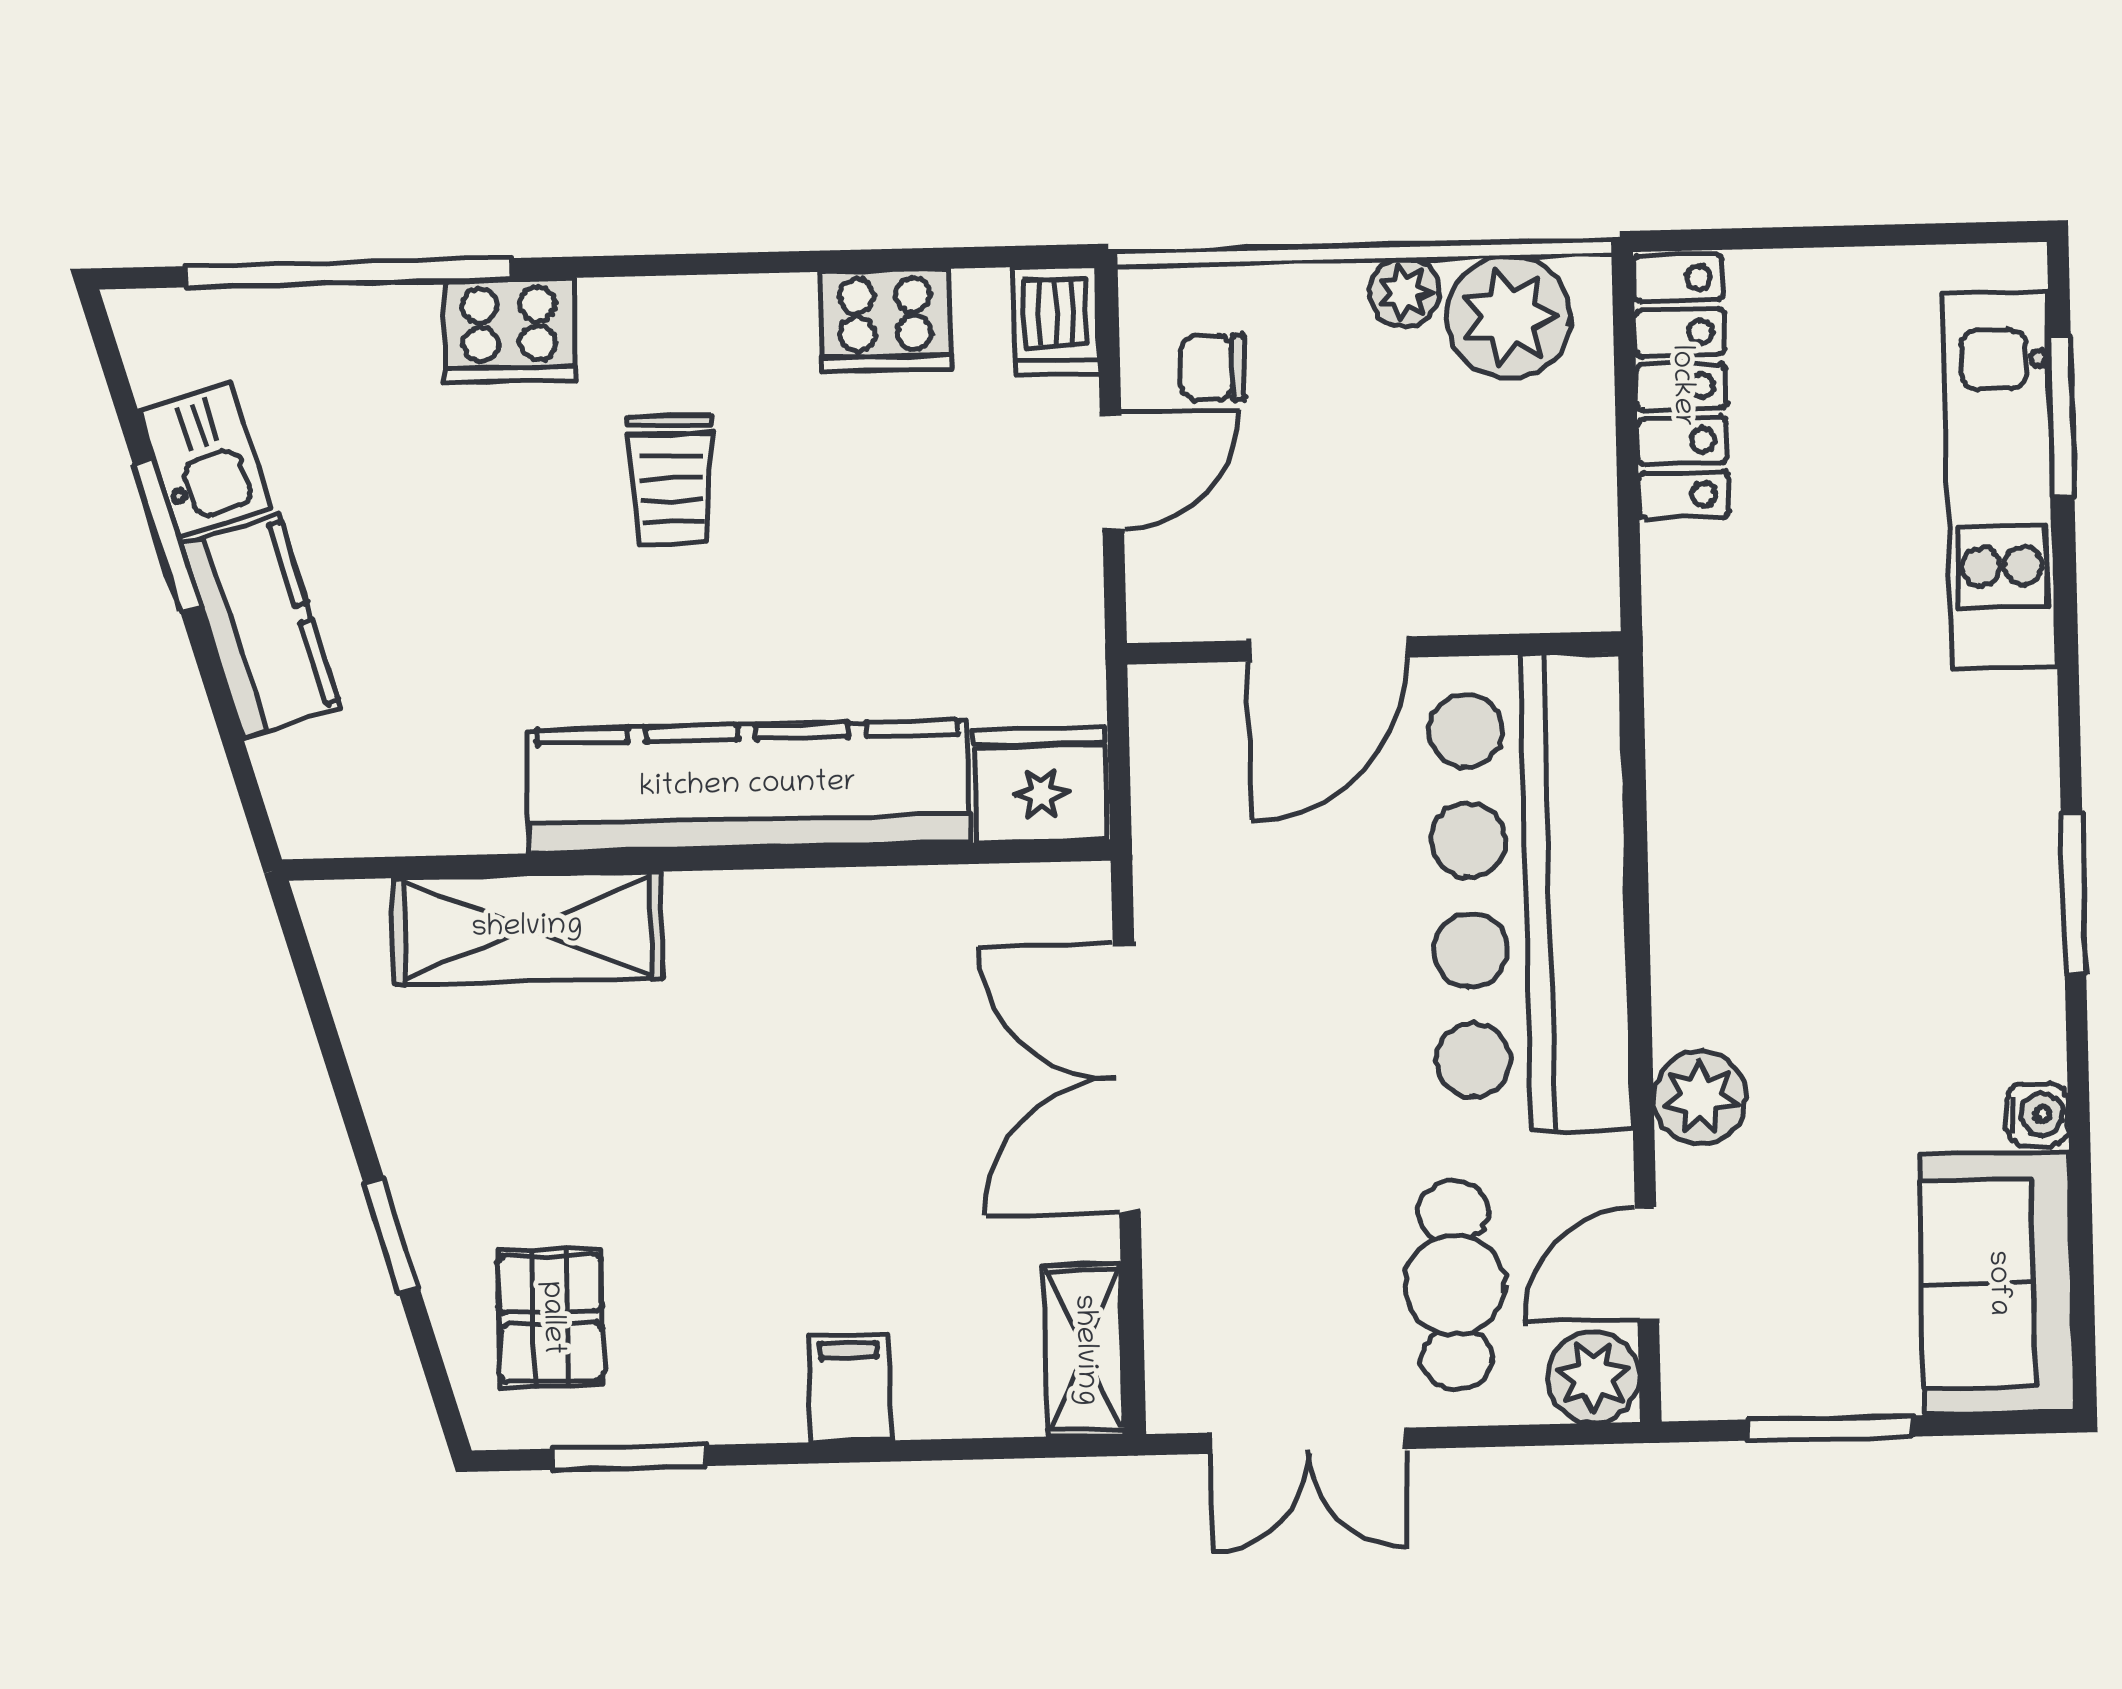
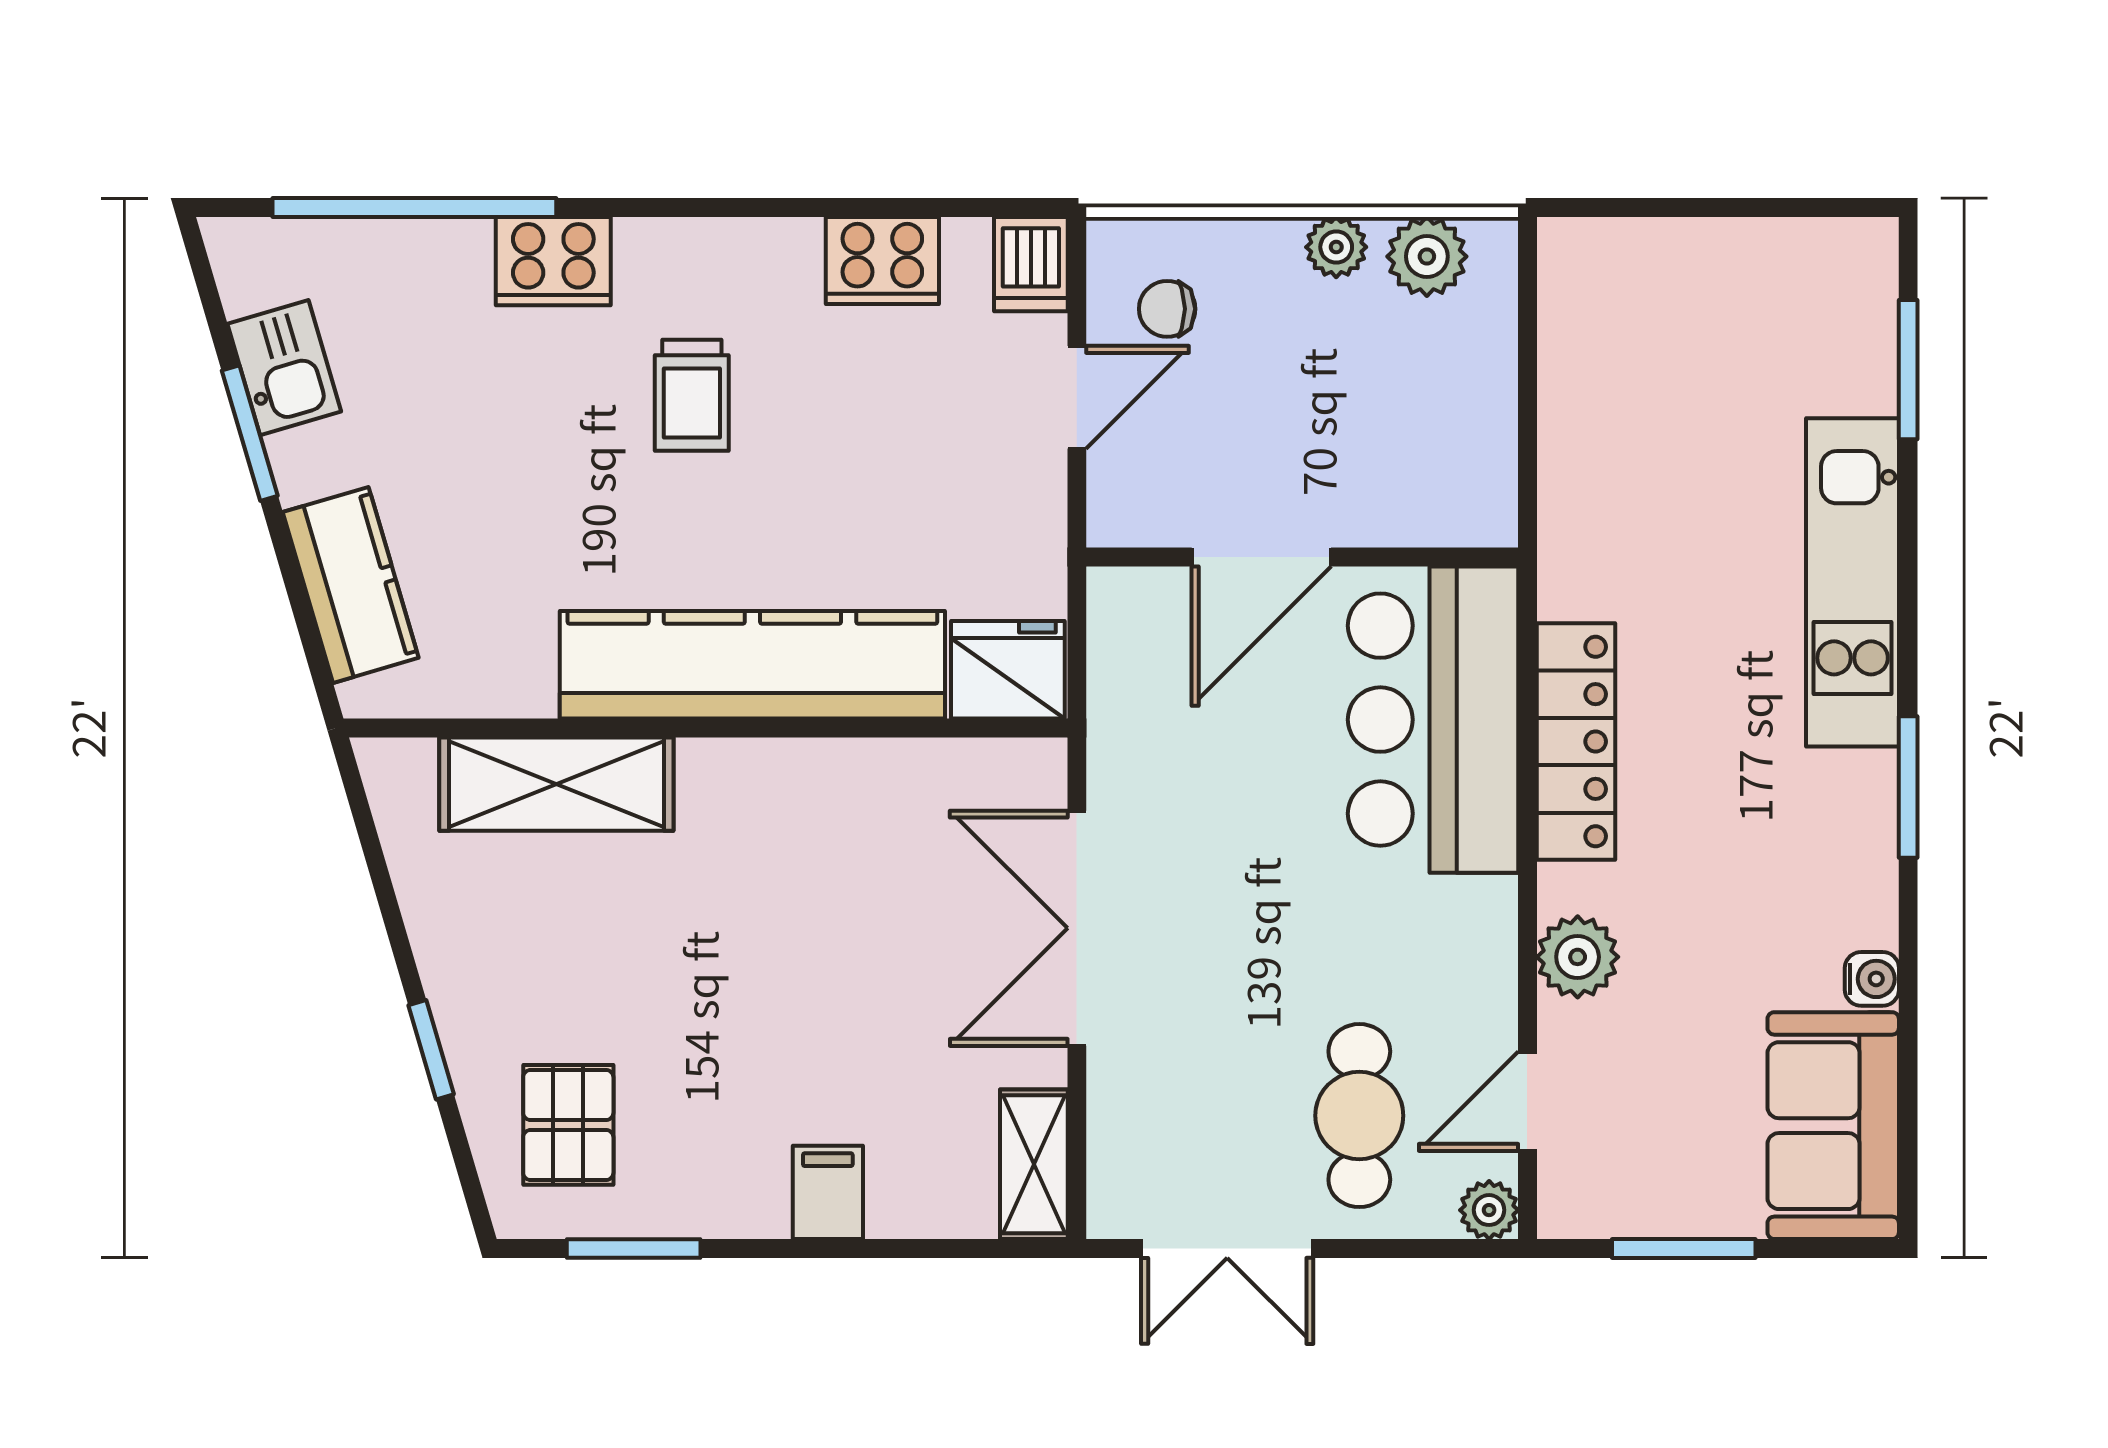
plant: (1509, 317) -> (1427, 256), width x0.73, depth x0.73
locker: (1681, 386) -> (1576, 742), moved
kitchen unit: (2000, 480) -> (1853, 582), moved
kitchen counter: (261, 626) -> (351, 585), moved
bar counter: (1530, 894) -> (1433, 720), width x0.73
plant: (1593, 1377) -> (1489, 1210), width x0.73, depth x0.73

